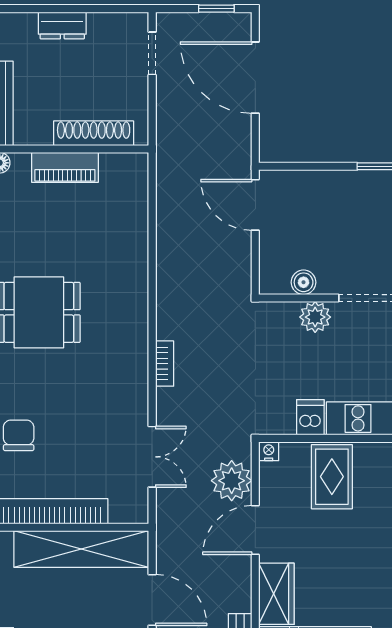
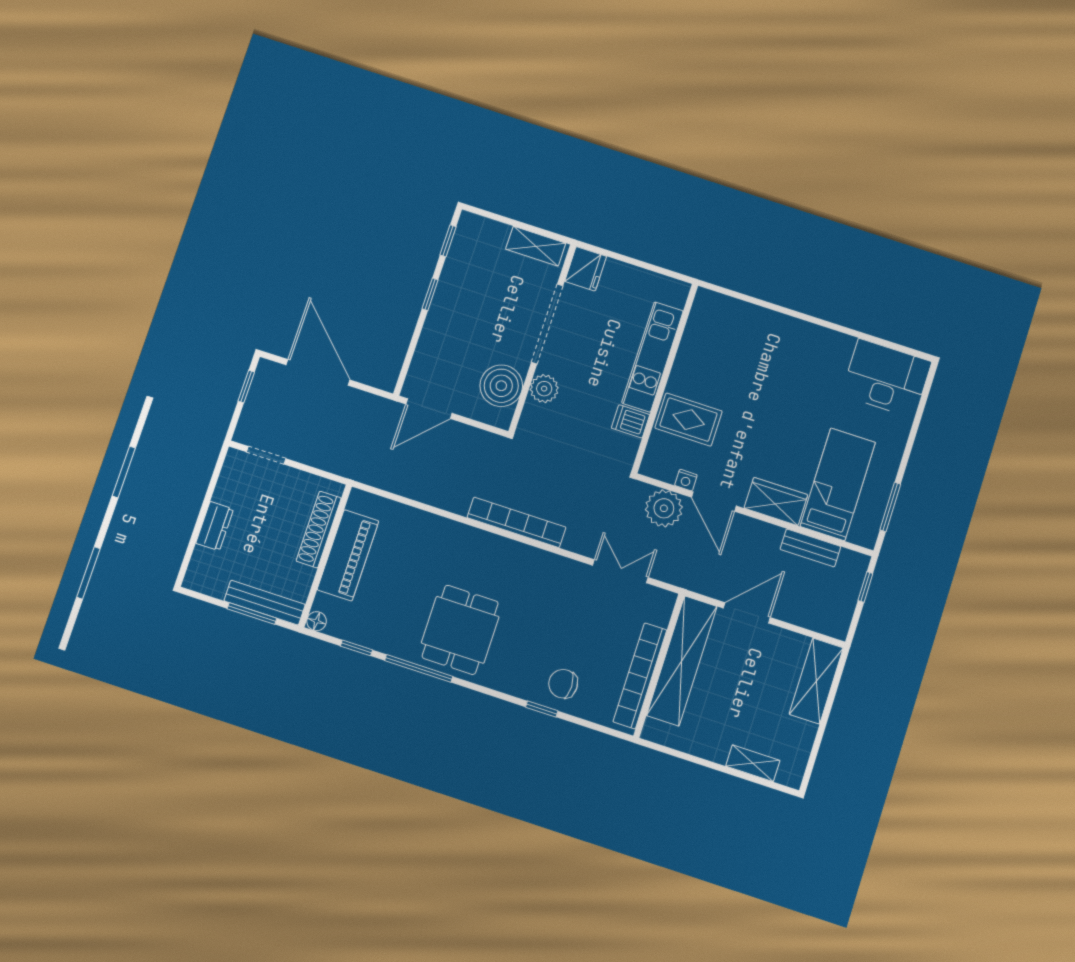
door: (255, 78) -> (318, 372), swing flipped
piano: (65, 167) -> (348, 555), width x1.37, depth x1.33
boiler: (304, 282) -> (501, 386), width x1.86, depth x1.86
bookcase: (165, 364) -> (516, 522), width x2.31, depth x1.31
nightstand: (269, 451) -> (686, 480), moved, turned -90

